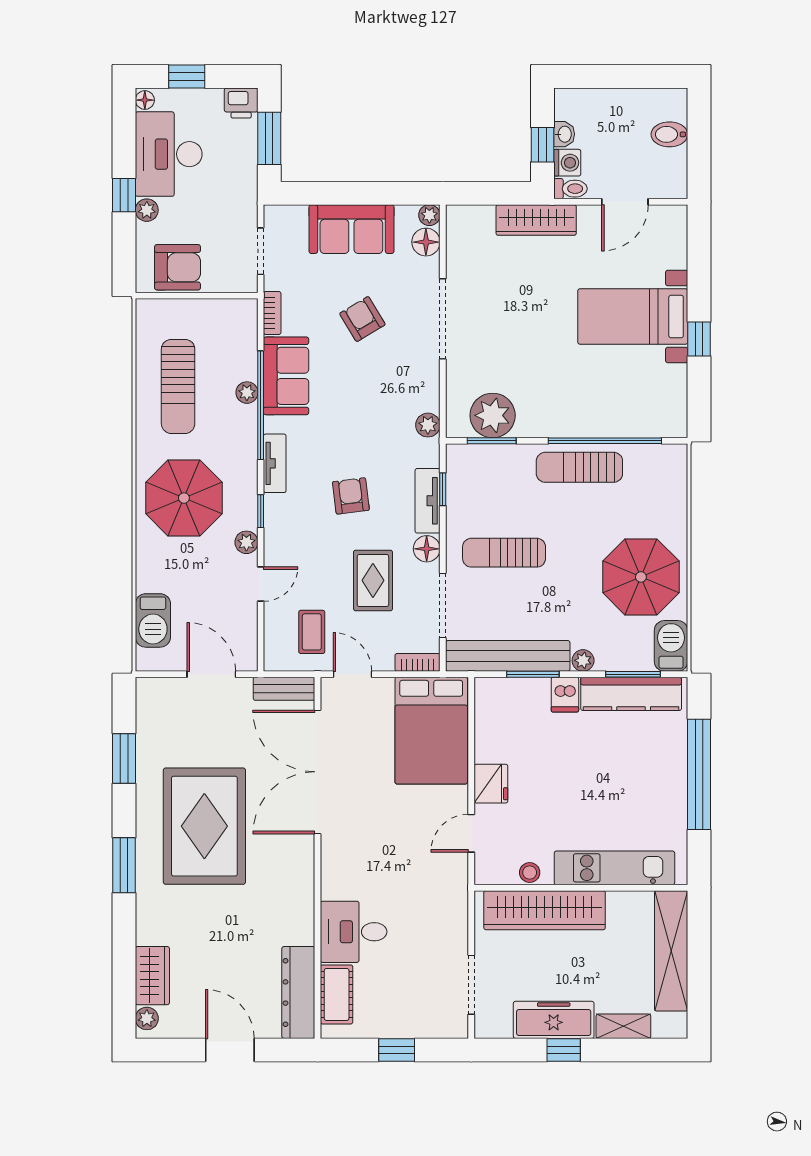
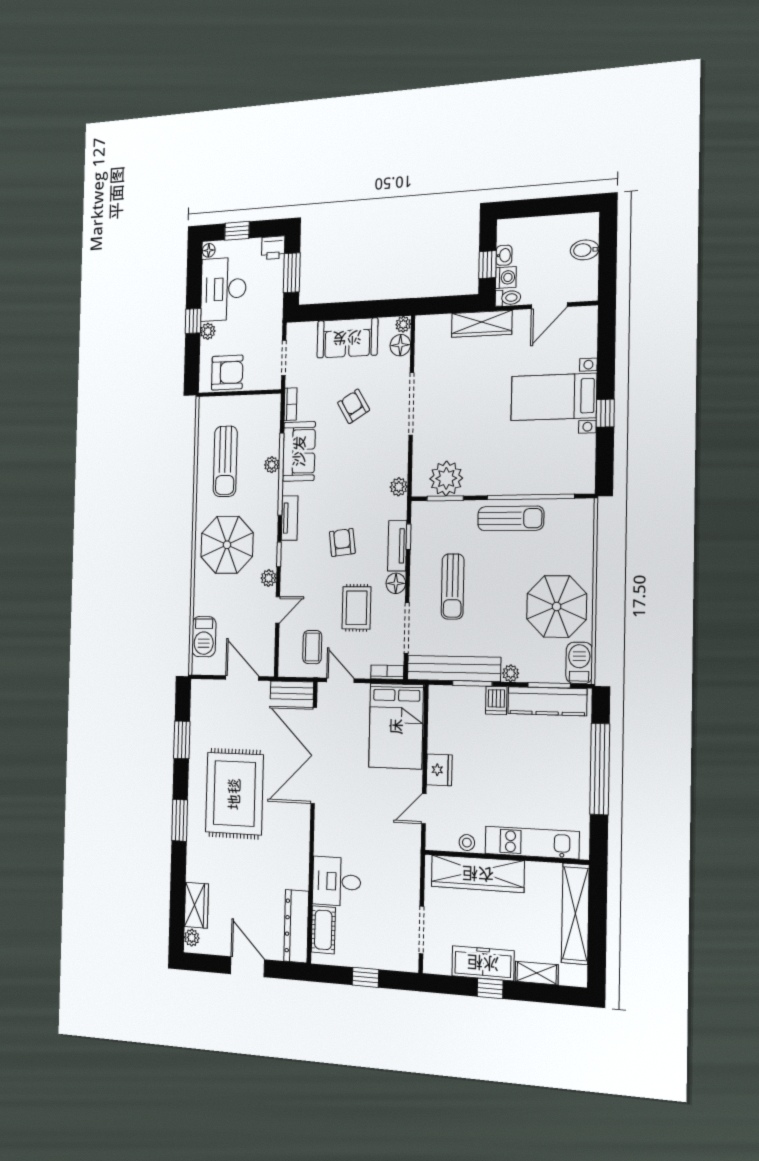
sun lounger: (579, 467) -> (511, 518), turned 180
sun lounger: (504, 553) -> (453, 587), turned -90

